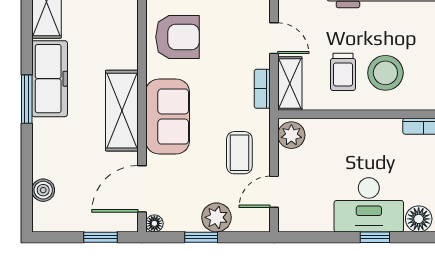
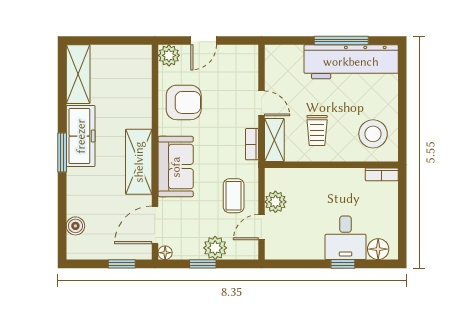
stool: (385, 73) -> (373, 134), moved
plant: (291, 135) -> (275, 202), moved
desk: (369, 205) -> (346, 238), width x0.73

